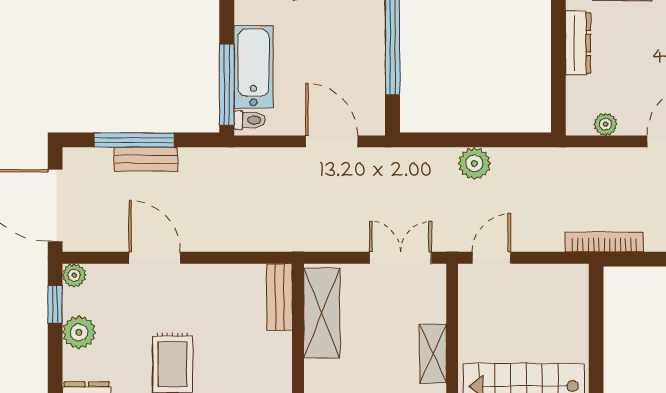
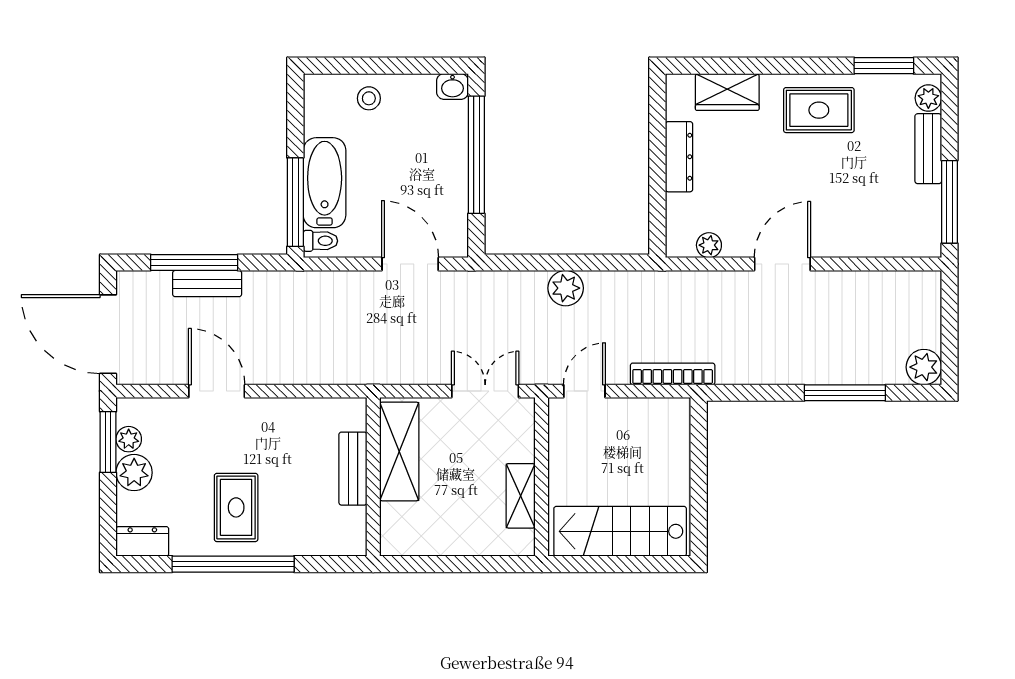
bookcase: (604, 242) -> (673, 374), moved
plant: (74, 275) -> (129, 439), moved
bench: (279, 297) -> (353, 469), moved
window: (55, 304) -> (108, 442), width x1.50

